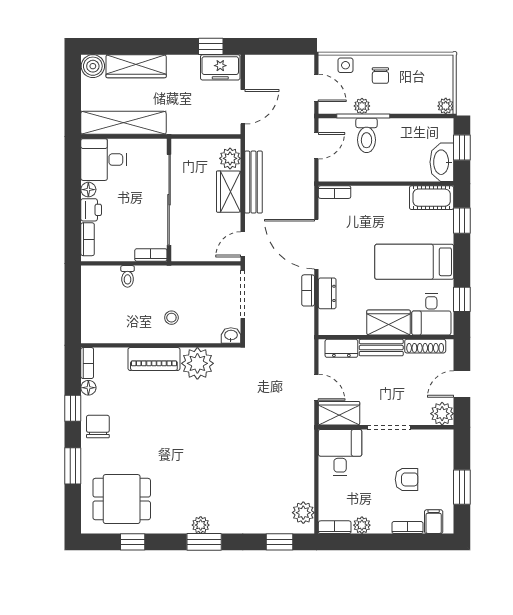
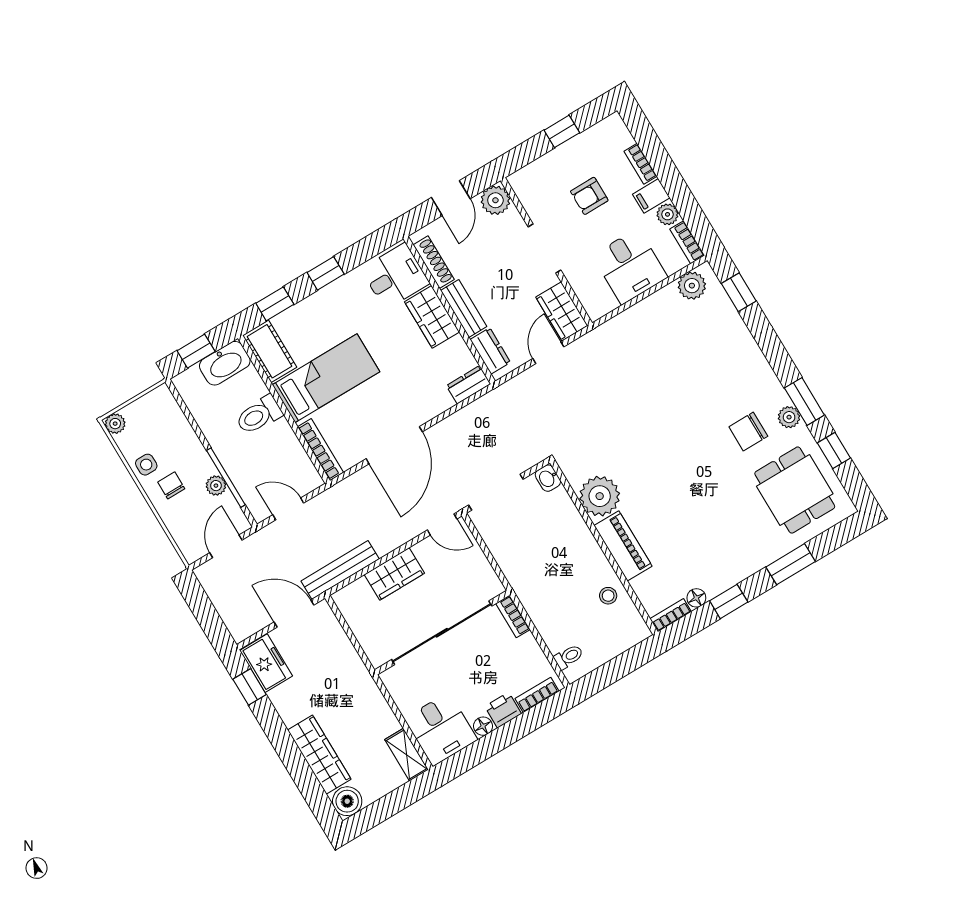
side table: (345, 65) -> (146, 465), moved
chair: (380, 76) -> (171, 485), turned -90
plant: (446, 106) -> (115, 424), moved
shelving: (123, 123) -> (407, 755), width x0.45, depth x0.75
toilet: (367, 135) -> (259, 415), moved, turned 180
plant: (230, 158) -> (358, 594), removed
bench: (254, 182) -> (340, 570), moved
bookcase: (335, 192) -> (321, 450), width x1.56
bed: (414, 262) -> (326, 378), moved, turned -90
toilet: (128, 276) -> (569, 657), moved
bookcase: (308, 290) -> (449, 424), removed
dresser: (327, 293) -> (469, 385), moved
window: (462, 299) -> (326, 273), moved
stool: (171, 318) -> (608, 596), moved
door: (462, 384) -> (451, 198), hinge flipped
chair: (98, 427) -> (748, 432), moved
desk: (340, 453) -> (630, 266), moved, turned -90
armchair: (407, 479) -> (589, 196), turned -90
window: (462, 487) -> (562, 131), width x0.67
filing cabinet: (434, 522) -> (651, 196), moved
plant: (201, 525) -> (789, 417), moved
window: (204, 542) -> (804, 402), moved

